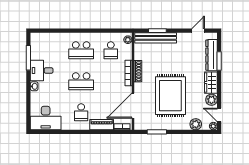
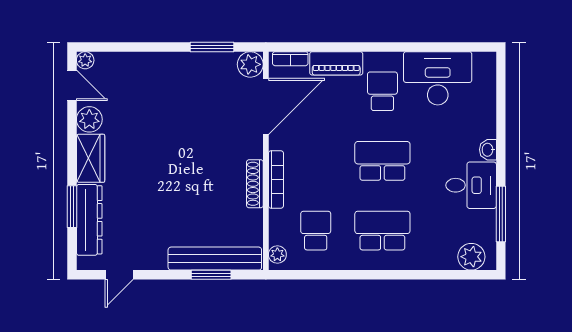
plant: (42, 39) -> (471, 257), added
rug: (170, 96) -> (182, 129), removed
desk: (46, 118) -> (438, 78), moved
plant: (196, 124) -> (250, 64), moved

